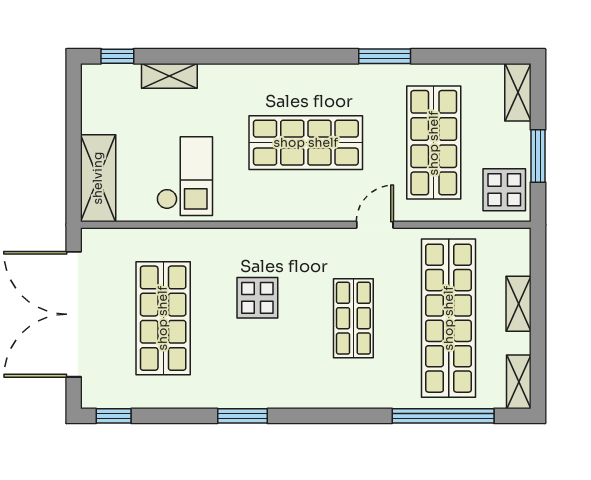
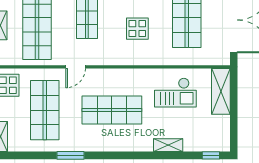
shelving: (169, 76) -> (168, 145), moved
checkout: (185, 176) -> (175, 92), turned -90

